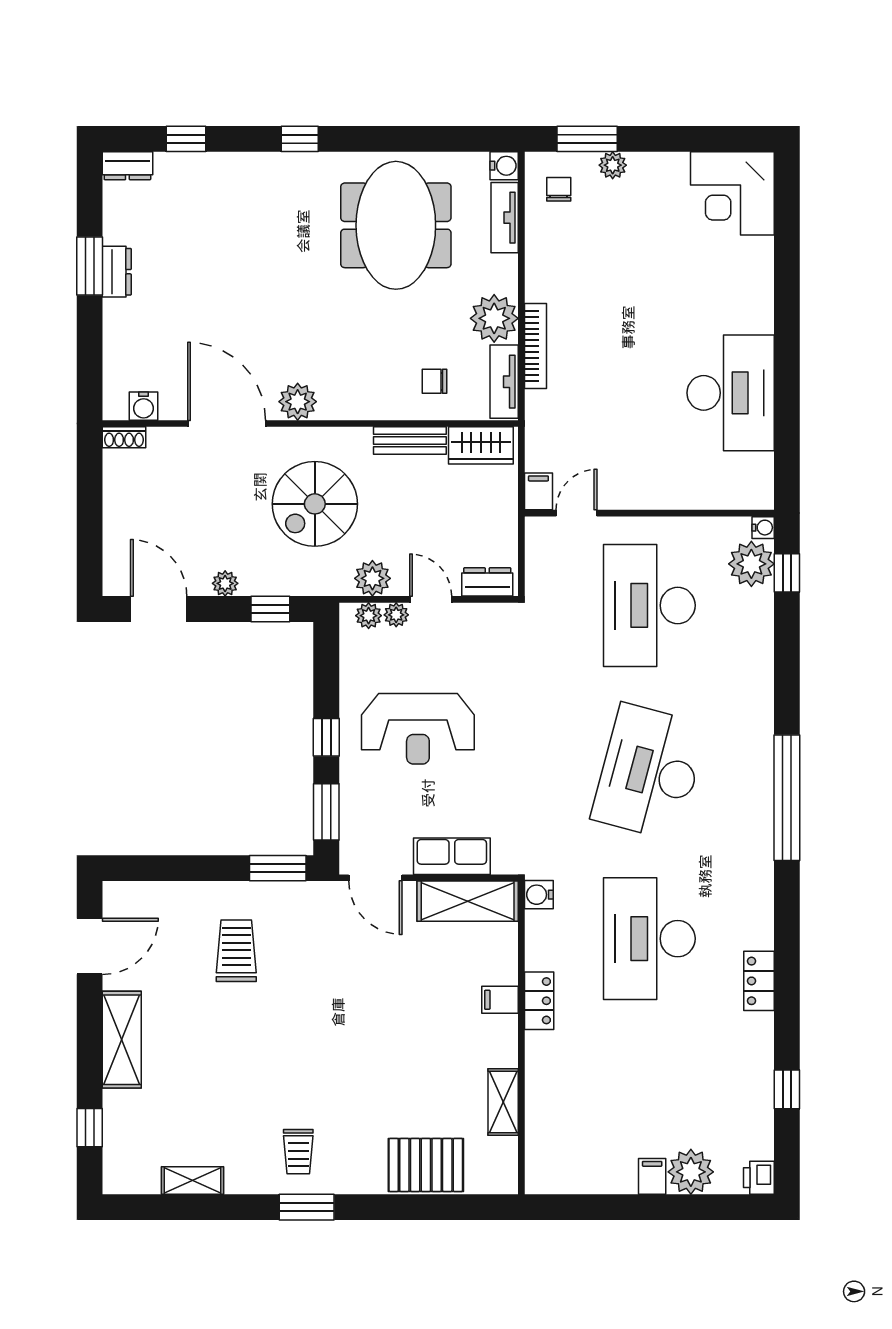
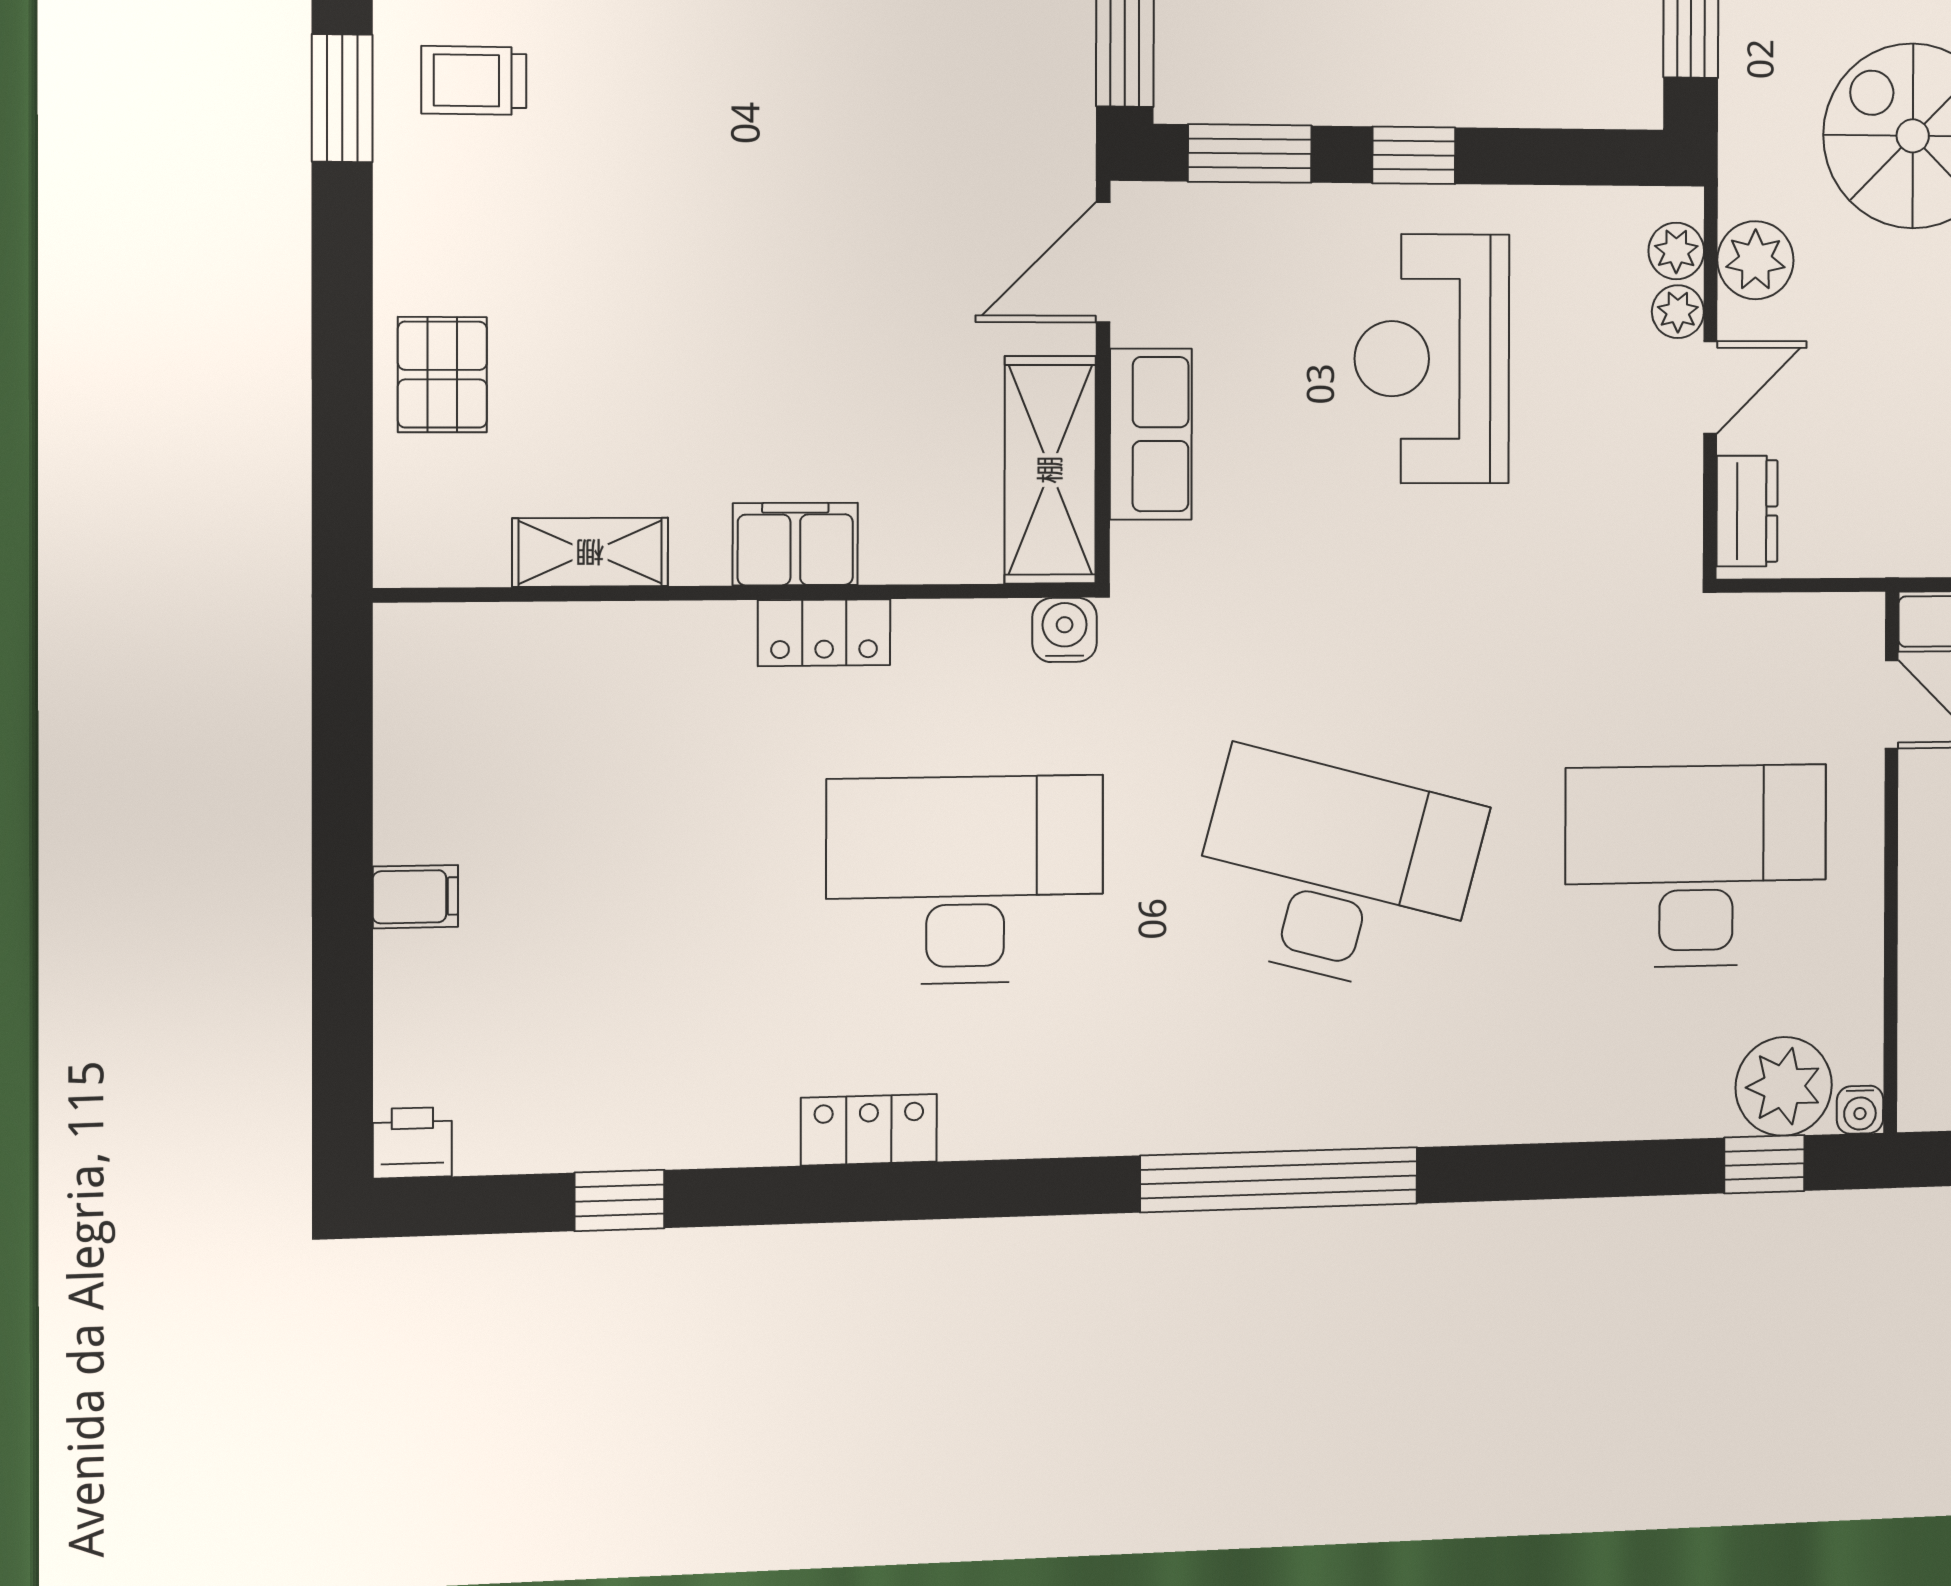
filing cabinet: (500, 1000) -> (795, 544), width x2.00
pallet: (426, 1165) -> (442, 375), width x0.67, depth x0.71
plant: (691, 1172) -> (426, 986), removed

